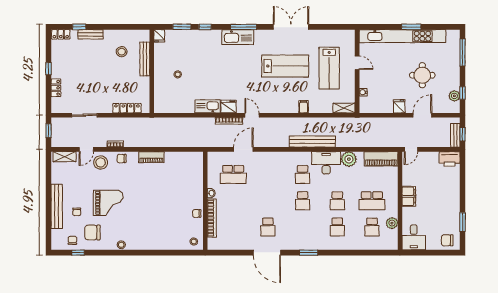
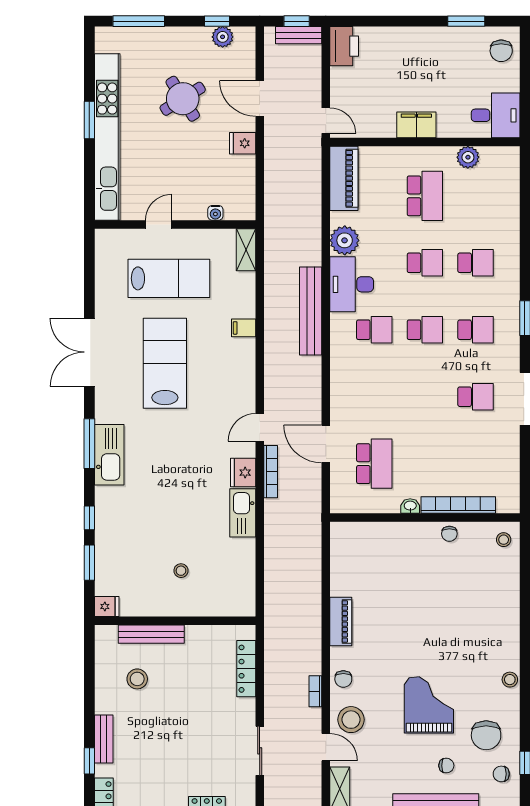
round table: (422, 75) -> (183, 99), turned -32
school desk: (372, 227) -> (475, 330), moved

